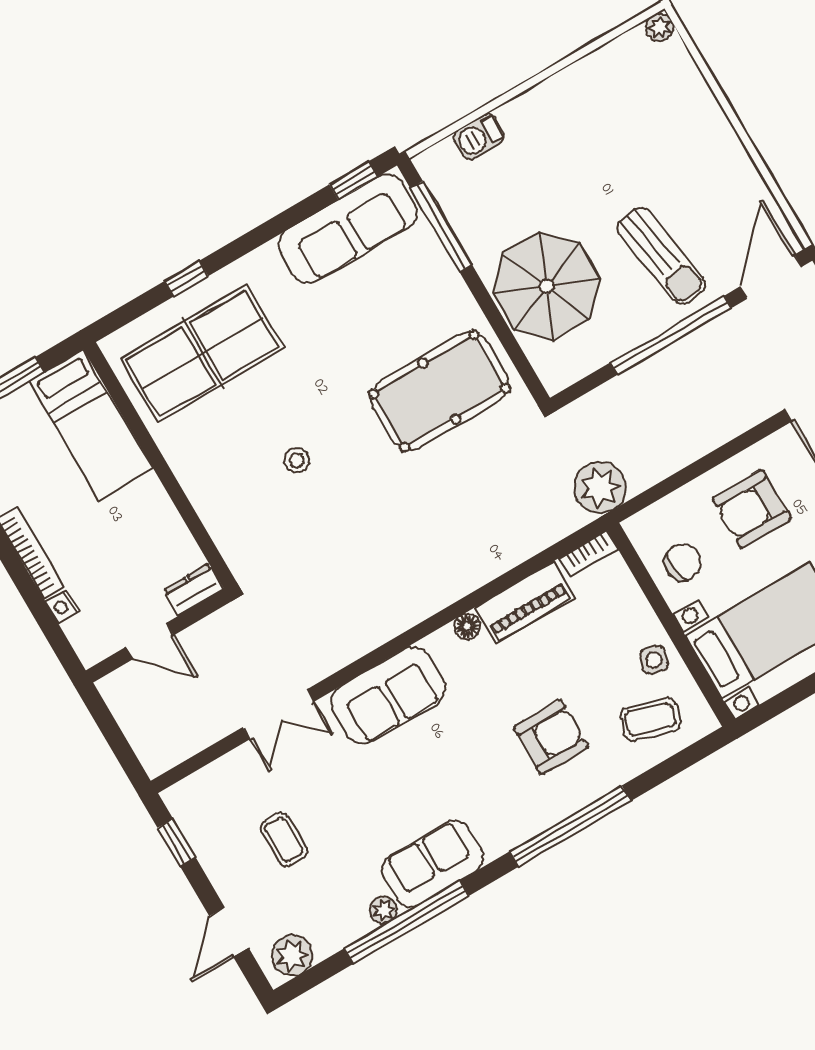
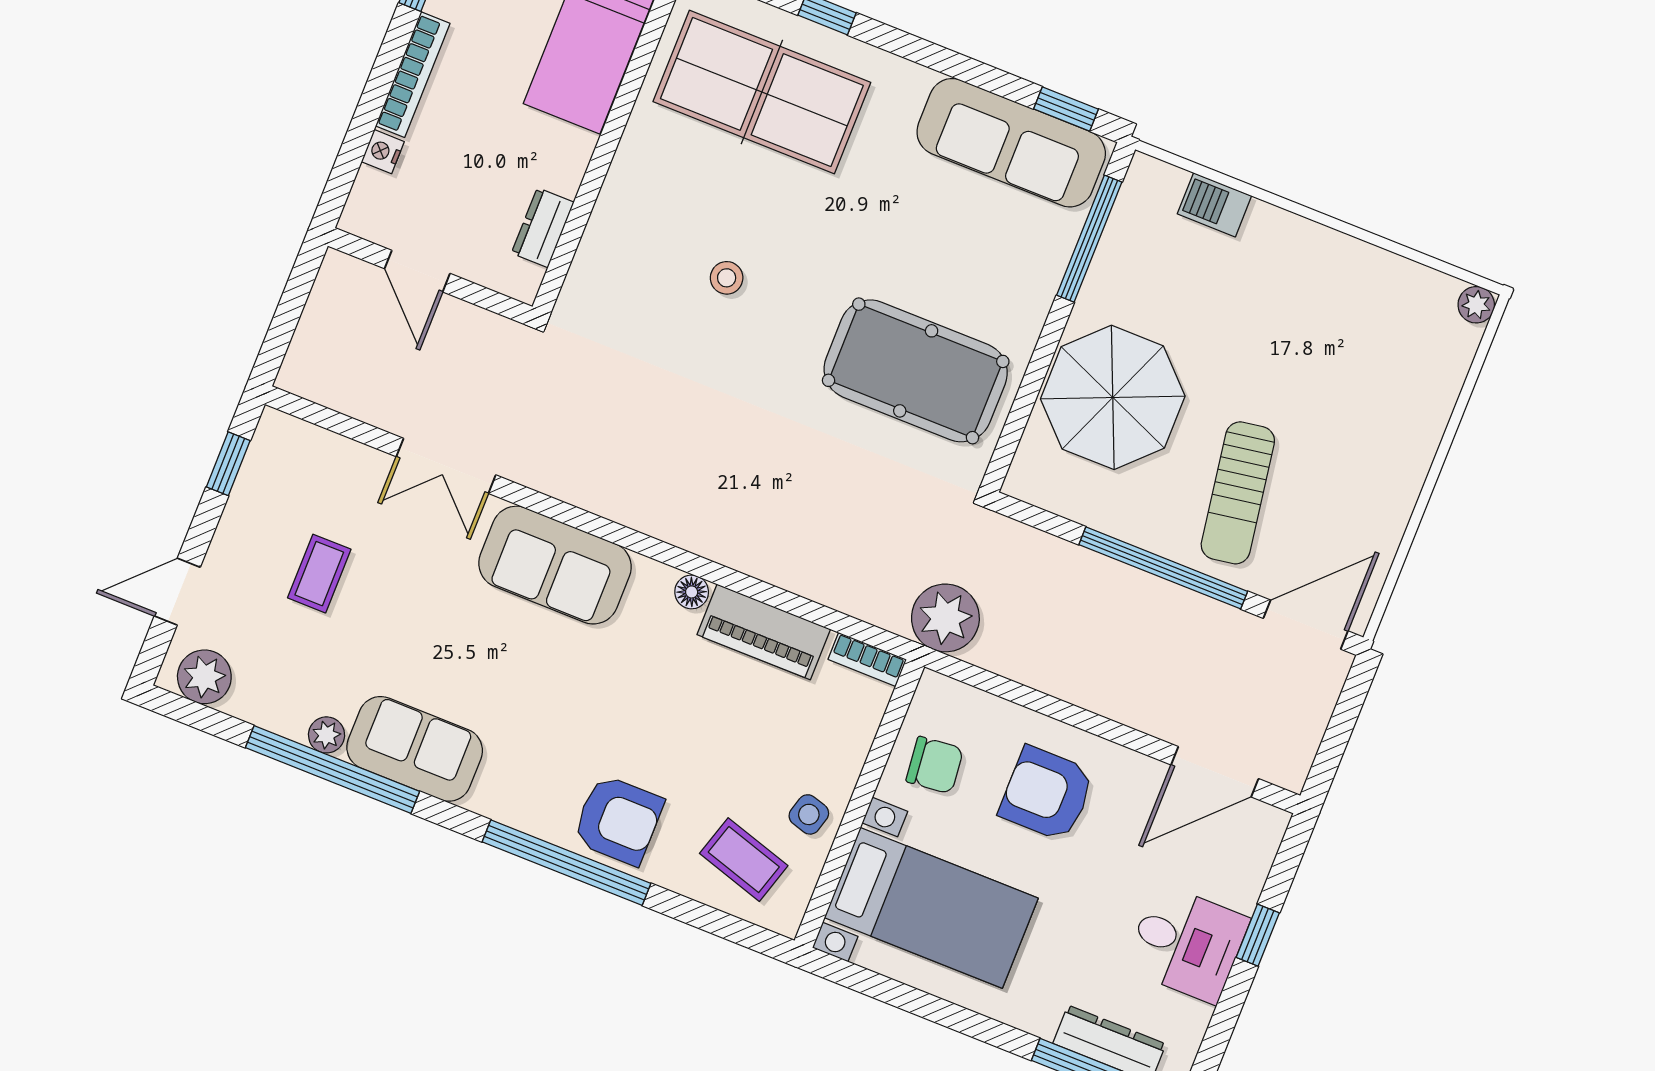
dresser: (194, 590) -> (543, 228), moved, turned -90
armchair: (551, 737) -> (618, 820), moved

